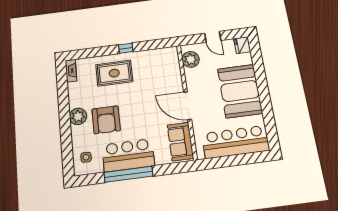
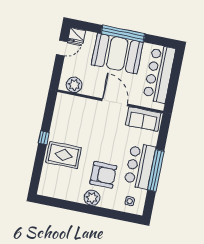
door: (213, 37) -> (62, 48), moved
fireplace: (71, 71) -> (48, 192), removed
rug: (114, 73) -> (64, 155), turned 90
window: (263, 90) -> (123, 34), added
door: (188, 106) -> (115, 102), swing flipped

